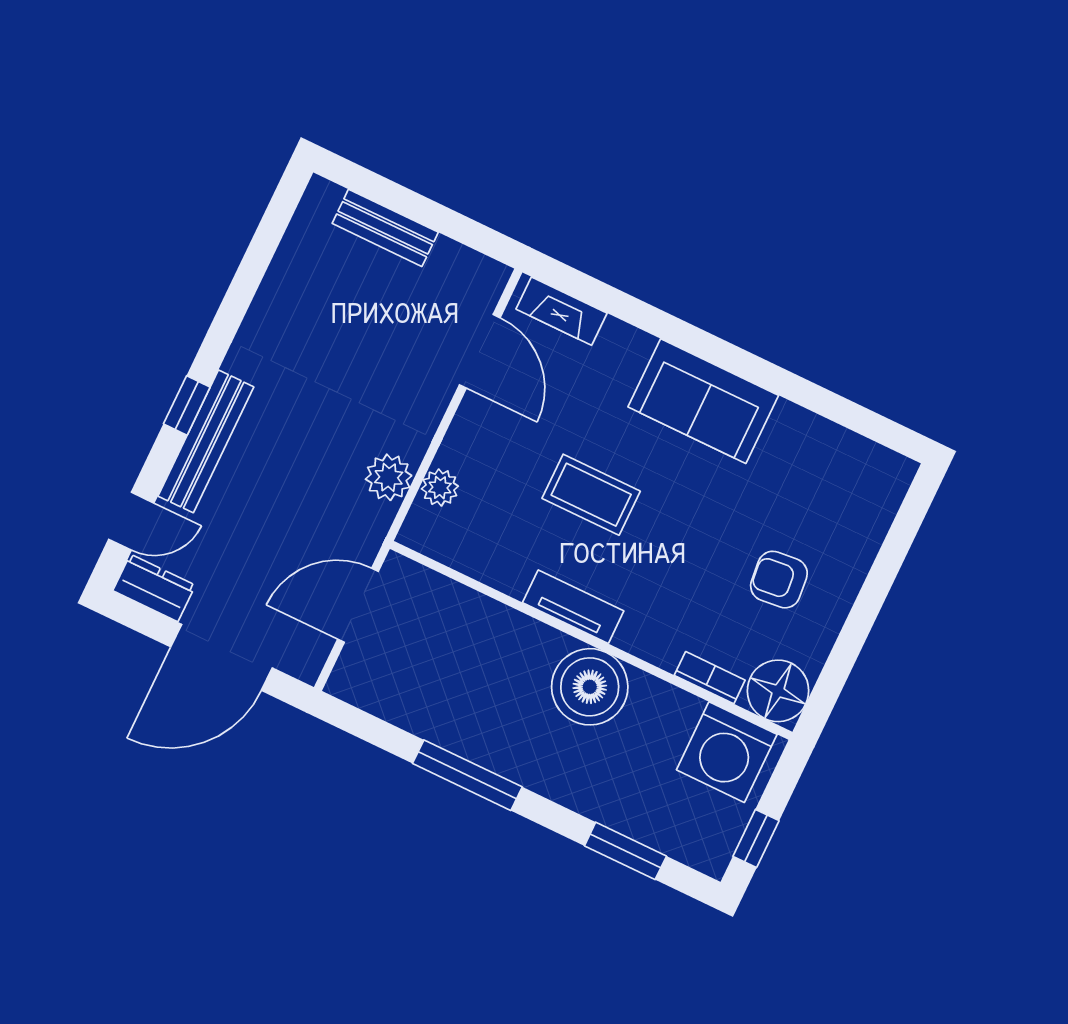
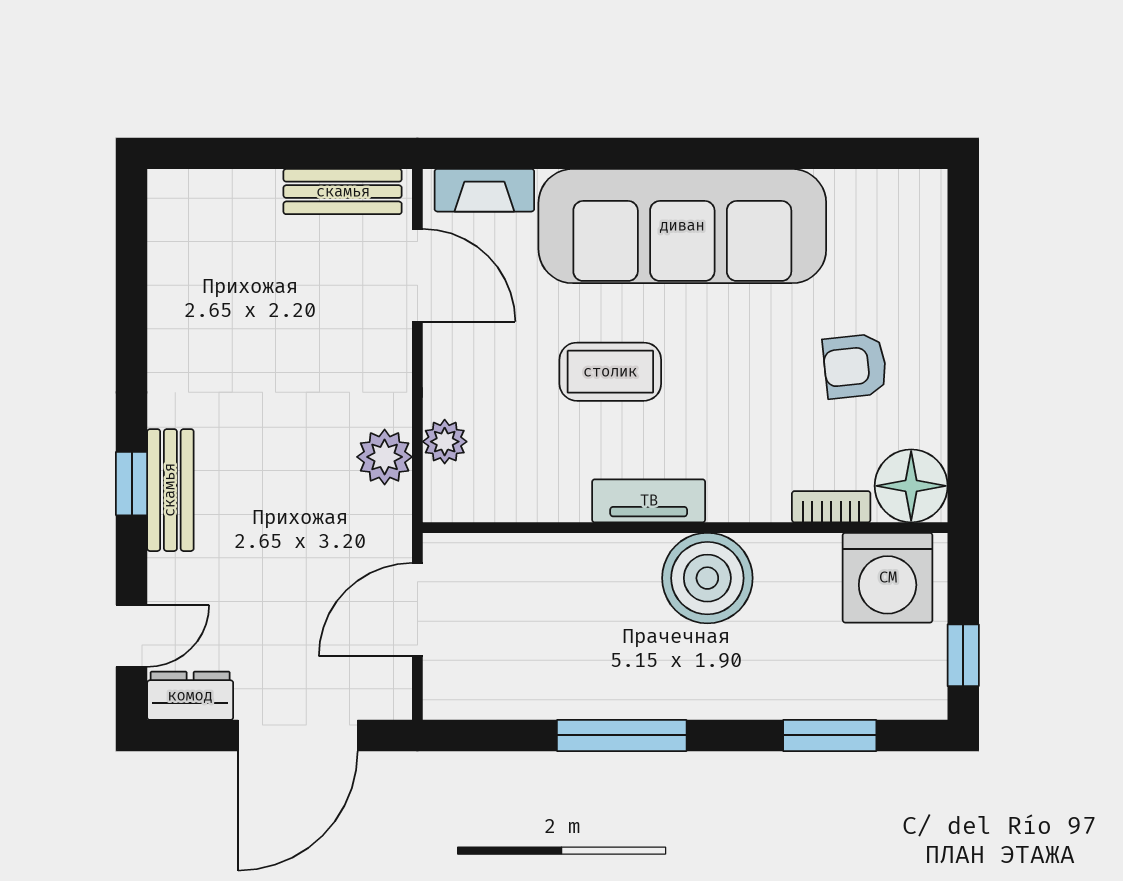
bench: (385, 228) -> (343, 192), moved
sofa: (703, 401) -> (682, 226), width x1.85, depth x1.27
bench: (206, 441) -> (170, 490), width x0.73

